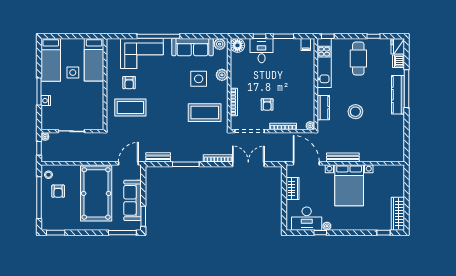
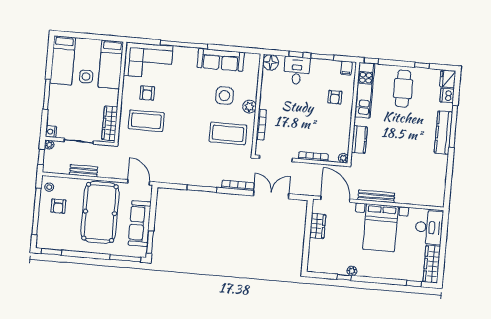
plant: (220, 44) -> (251, 59), removed
corner sofa: (142, 53) -> (148, 61), moved
plant: (222, 75) -> (249, 107), moved
nightstand: (46, 101) -> (51, 132), moved
armchair: (267, 104) -> (335, 97), moved
stool: (355, 112) -> (395, 147), removed
wardrobe: (98, 113) -> (110, 123), added
bench: (158, 157) -> (84, 171), moved
door: (128, 163) -> (139, 182), hinge flipped
desk: (307, 219) -> (429, 227), moved, turned -90

